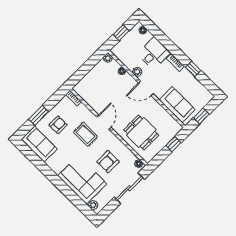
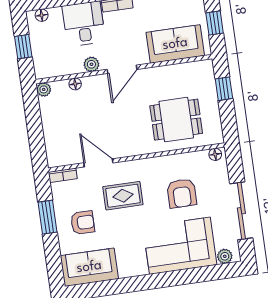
window: (39, 115) -> (48, 217), moved
door: (104, 122) -> (98, 163), moved
armchair: (58, 125) -> (83, 223), turned 90
sliding door: (129, 188) -> (241, 211), moved

